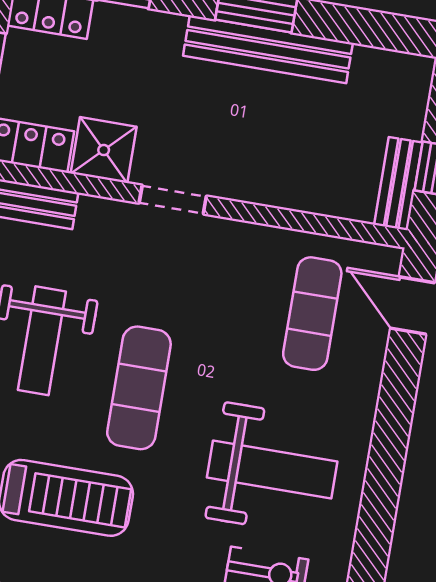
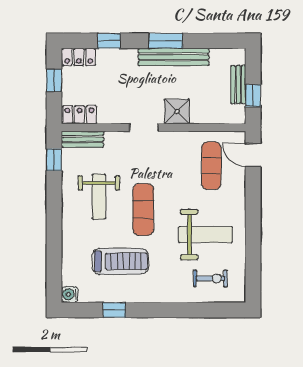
shower: (104, 150) -> (177, 111), moved
bench: (398, 184) -> (238, 85), moved

